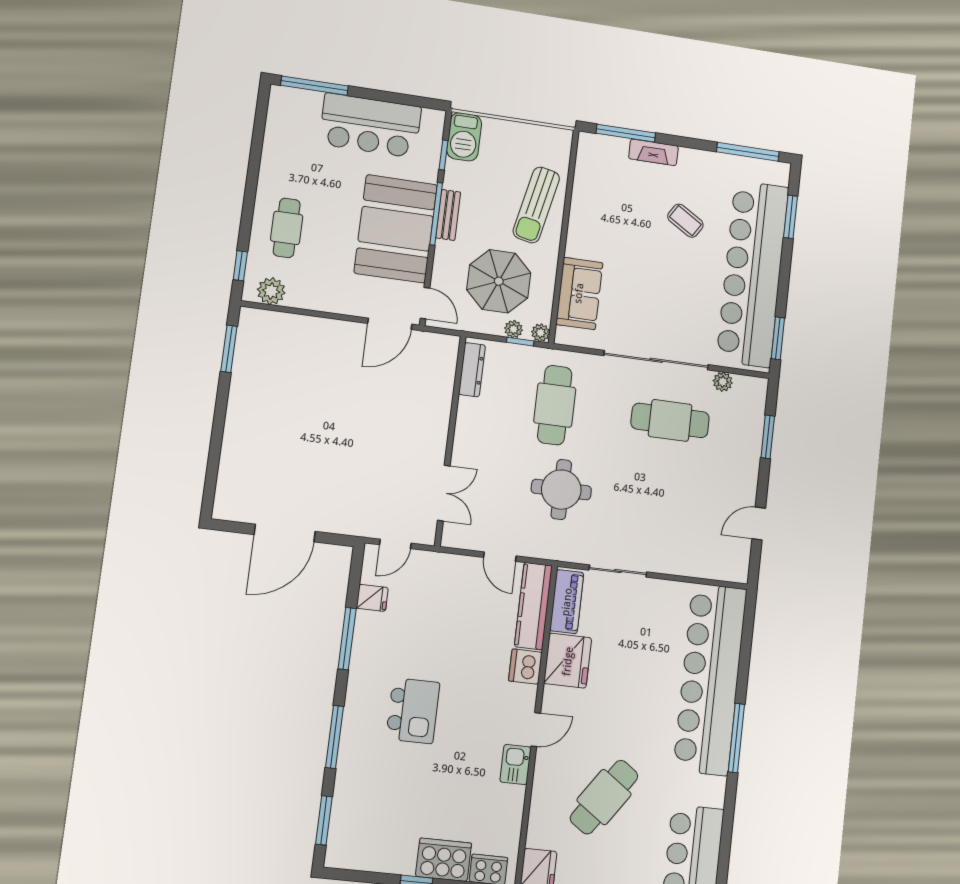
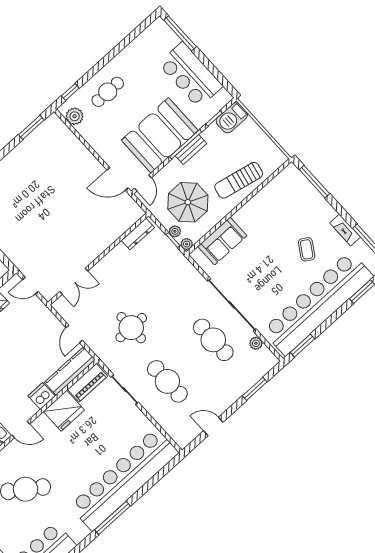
fireplace: (653, 152) -> (345, 230), moved
cafe table: (555, 405) -> (167, 381), moved, turned 90

